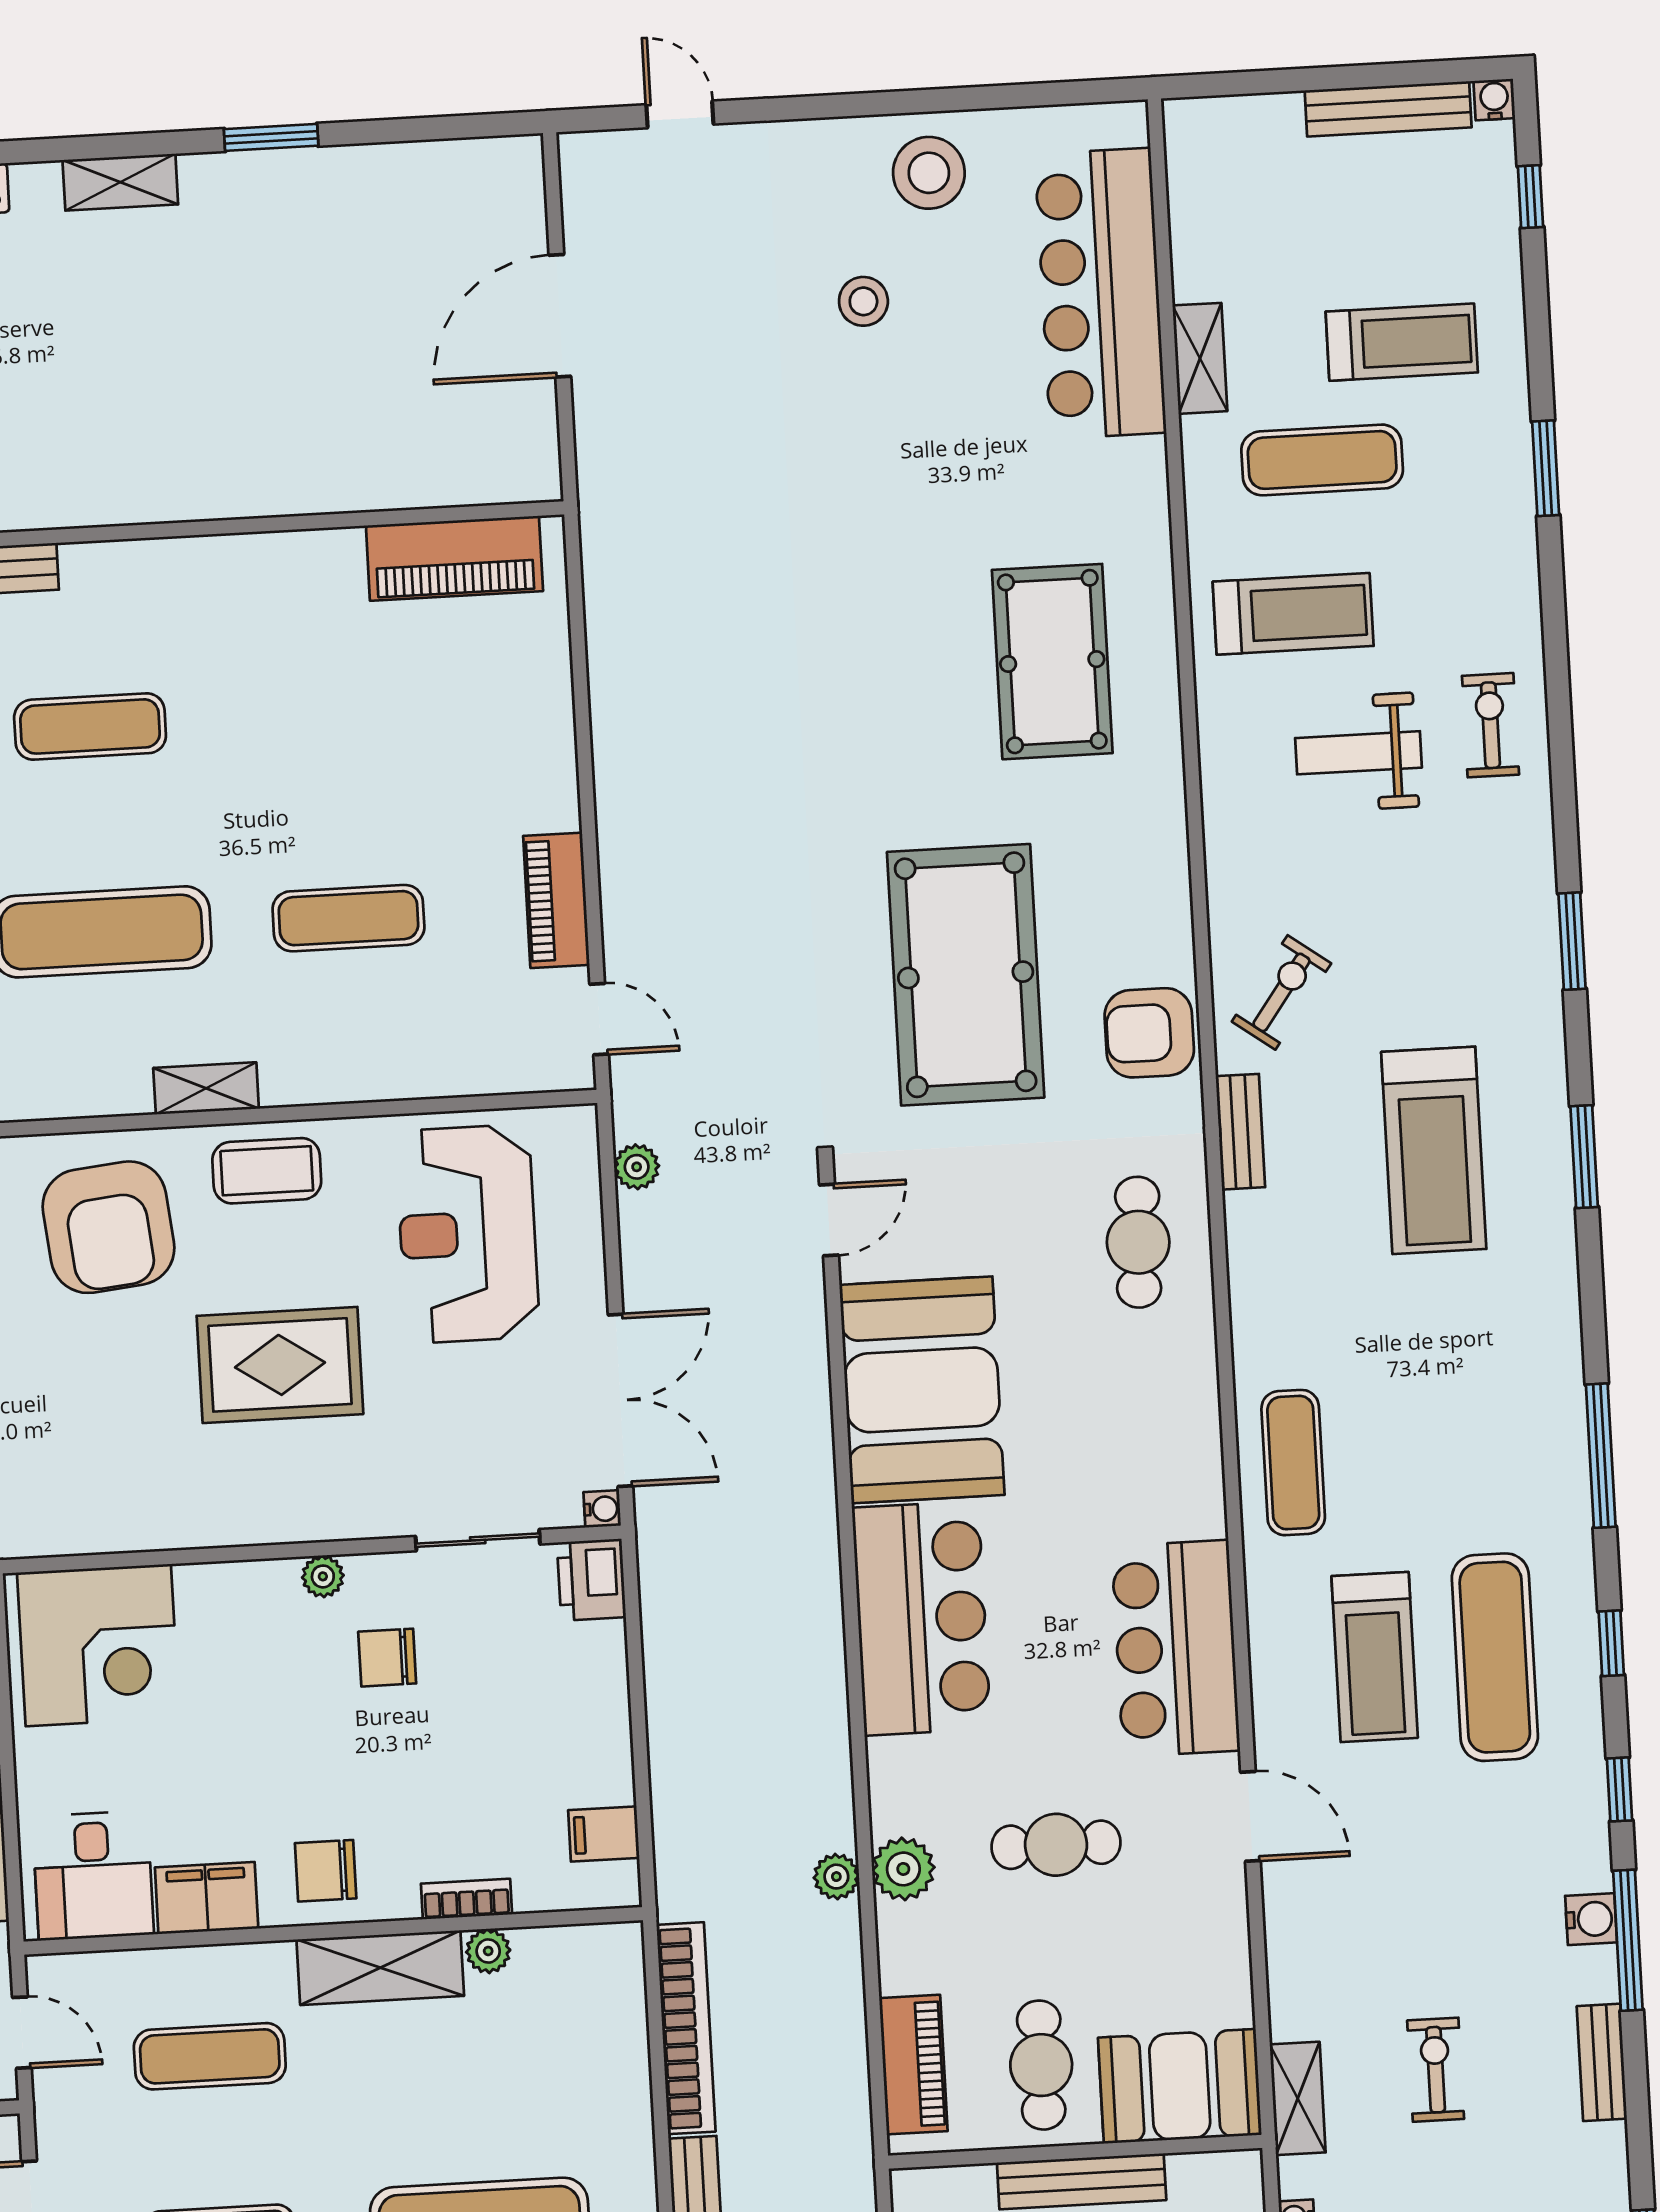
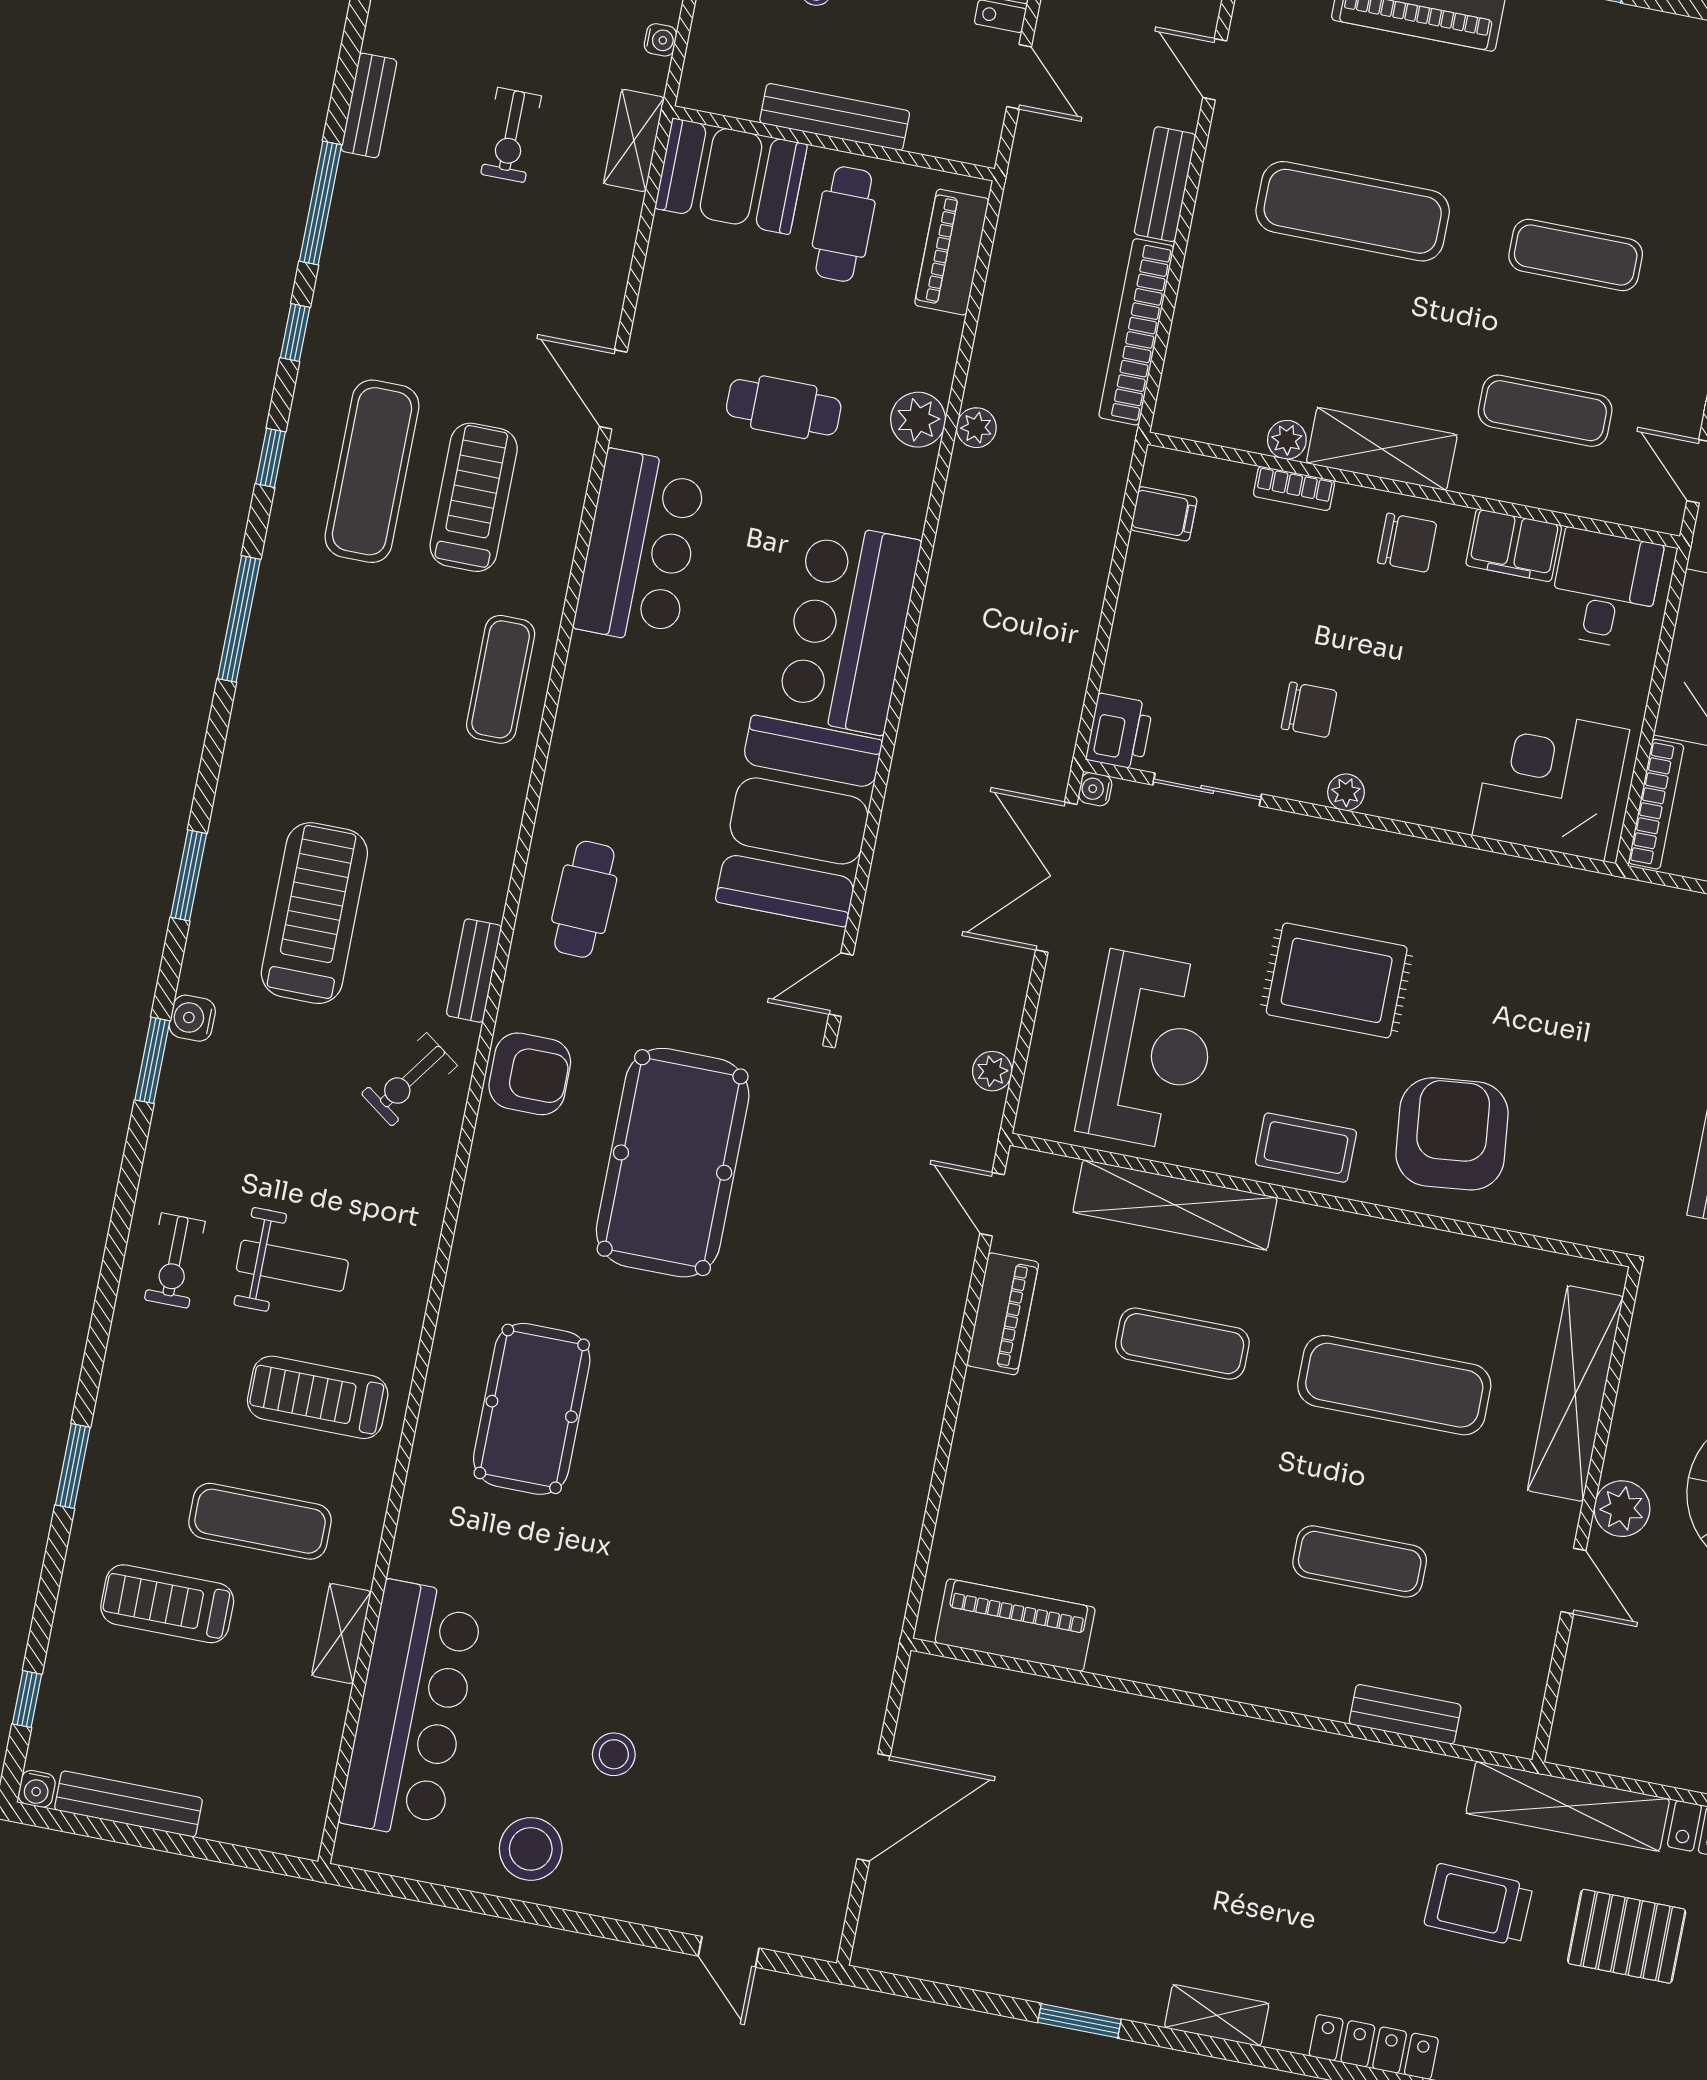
shelving: (206, 1088) -> (1175, 1205), moved, width x2.20, depth x1.33
water cooler: (1591, 1919) -> (192, 1018), moved

